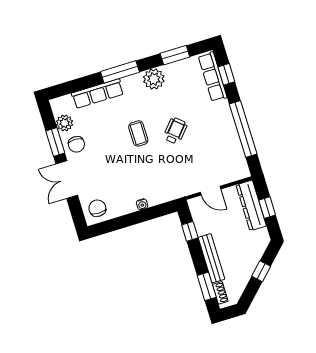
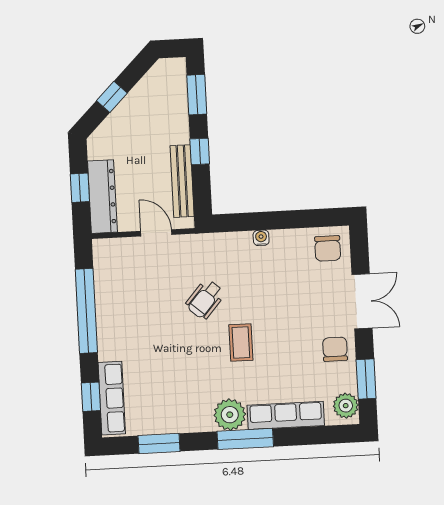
plant: (154, 79) -> (230, 415), moved
plant: (65, 123) -> (346, 406), moved
wheelchair: (175, 131) -> (205, 299), moved
window: (55, 142) -> (366, 379), moved
window: (190, 231) -> (200, 151), moved
bench: (211, 258) -> (182, 181), moved
shoe rack: (220, 293) -> (179, 80), removed

